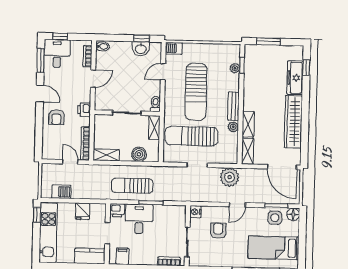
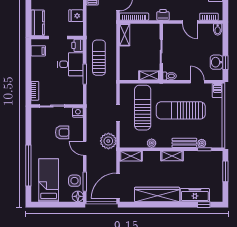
bench: (233, 106) -> (184, 143), moved
shelving: (248, 124) -> (172, 156), moved
boiler: (139, 154) -> (126, 63), removed

